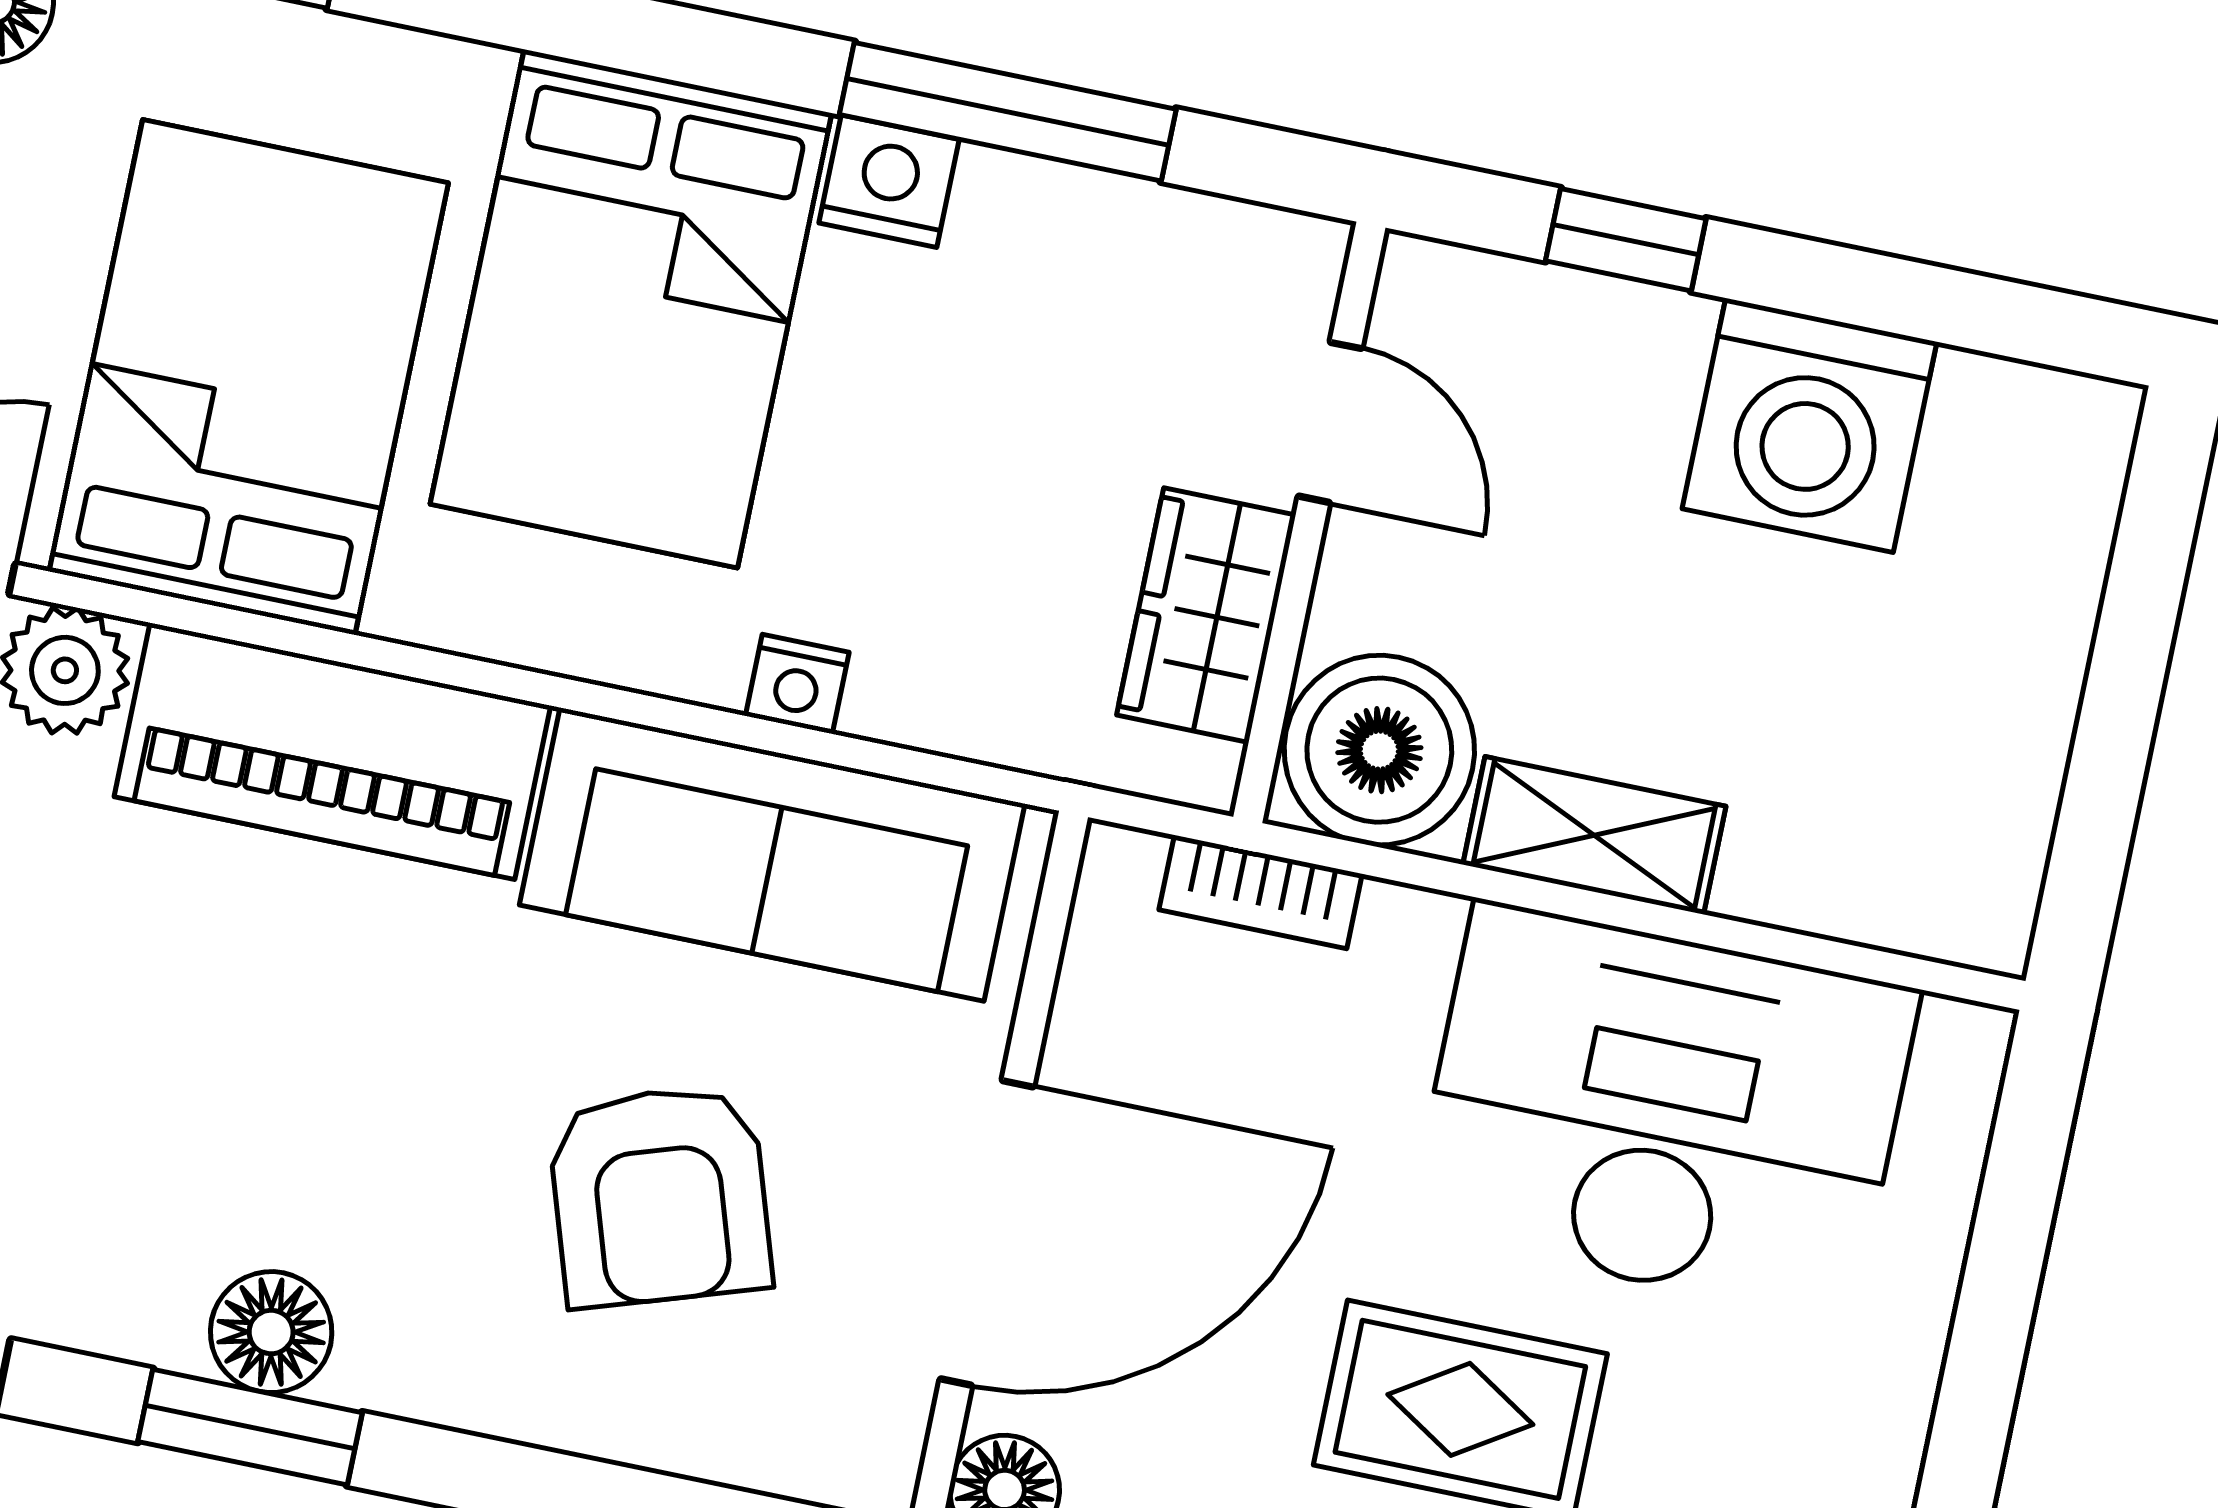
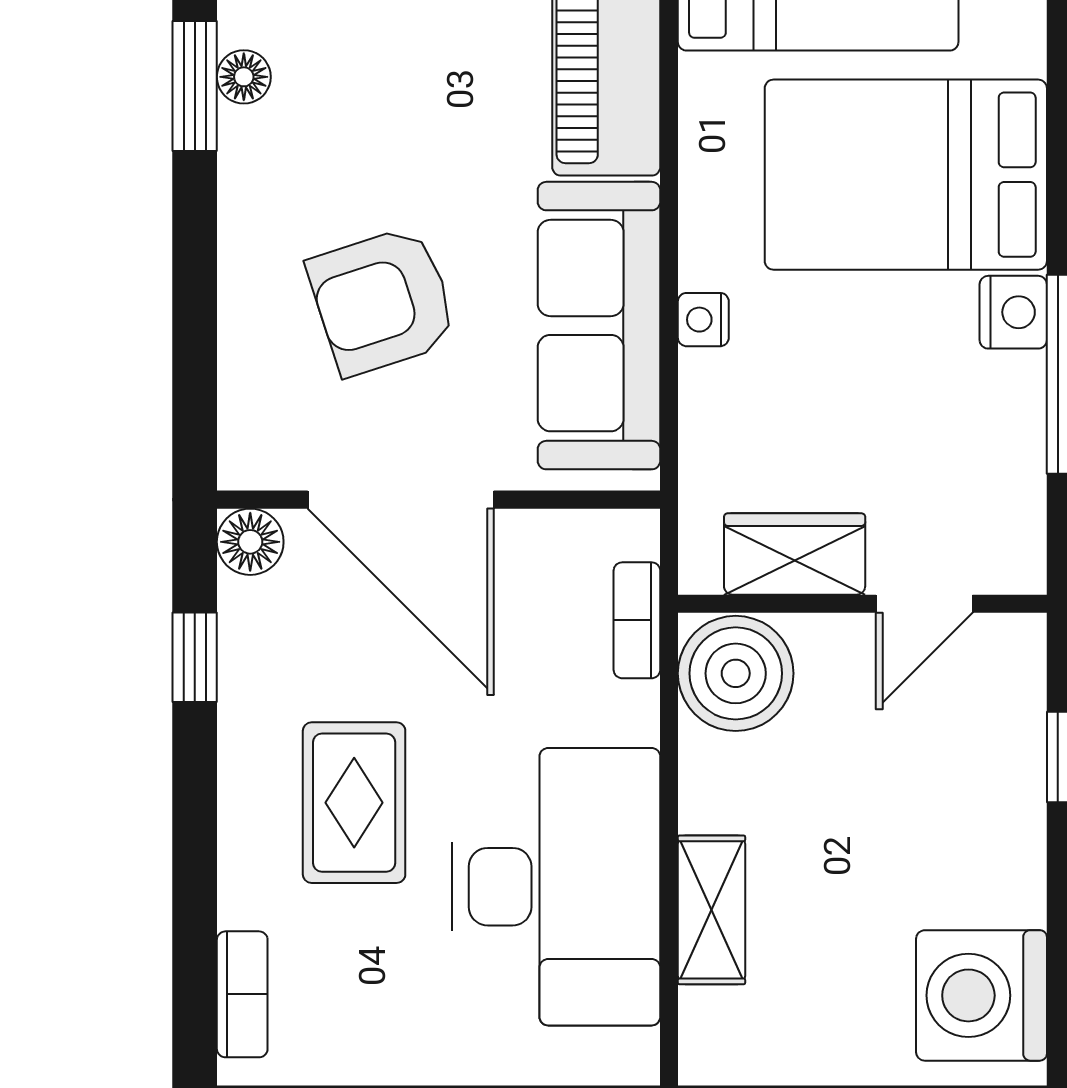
washing machine: (1809, 425) -> (981, 995), moved
shelving: (1594, 835) -> (712, 910), moved
floor lamp: (271, 1332) -> (244, 77), width x0.73, depth x0.73

